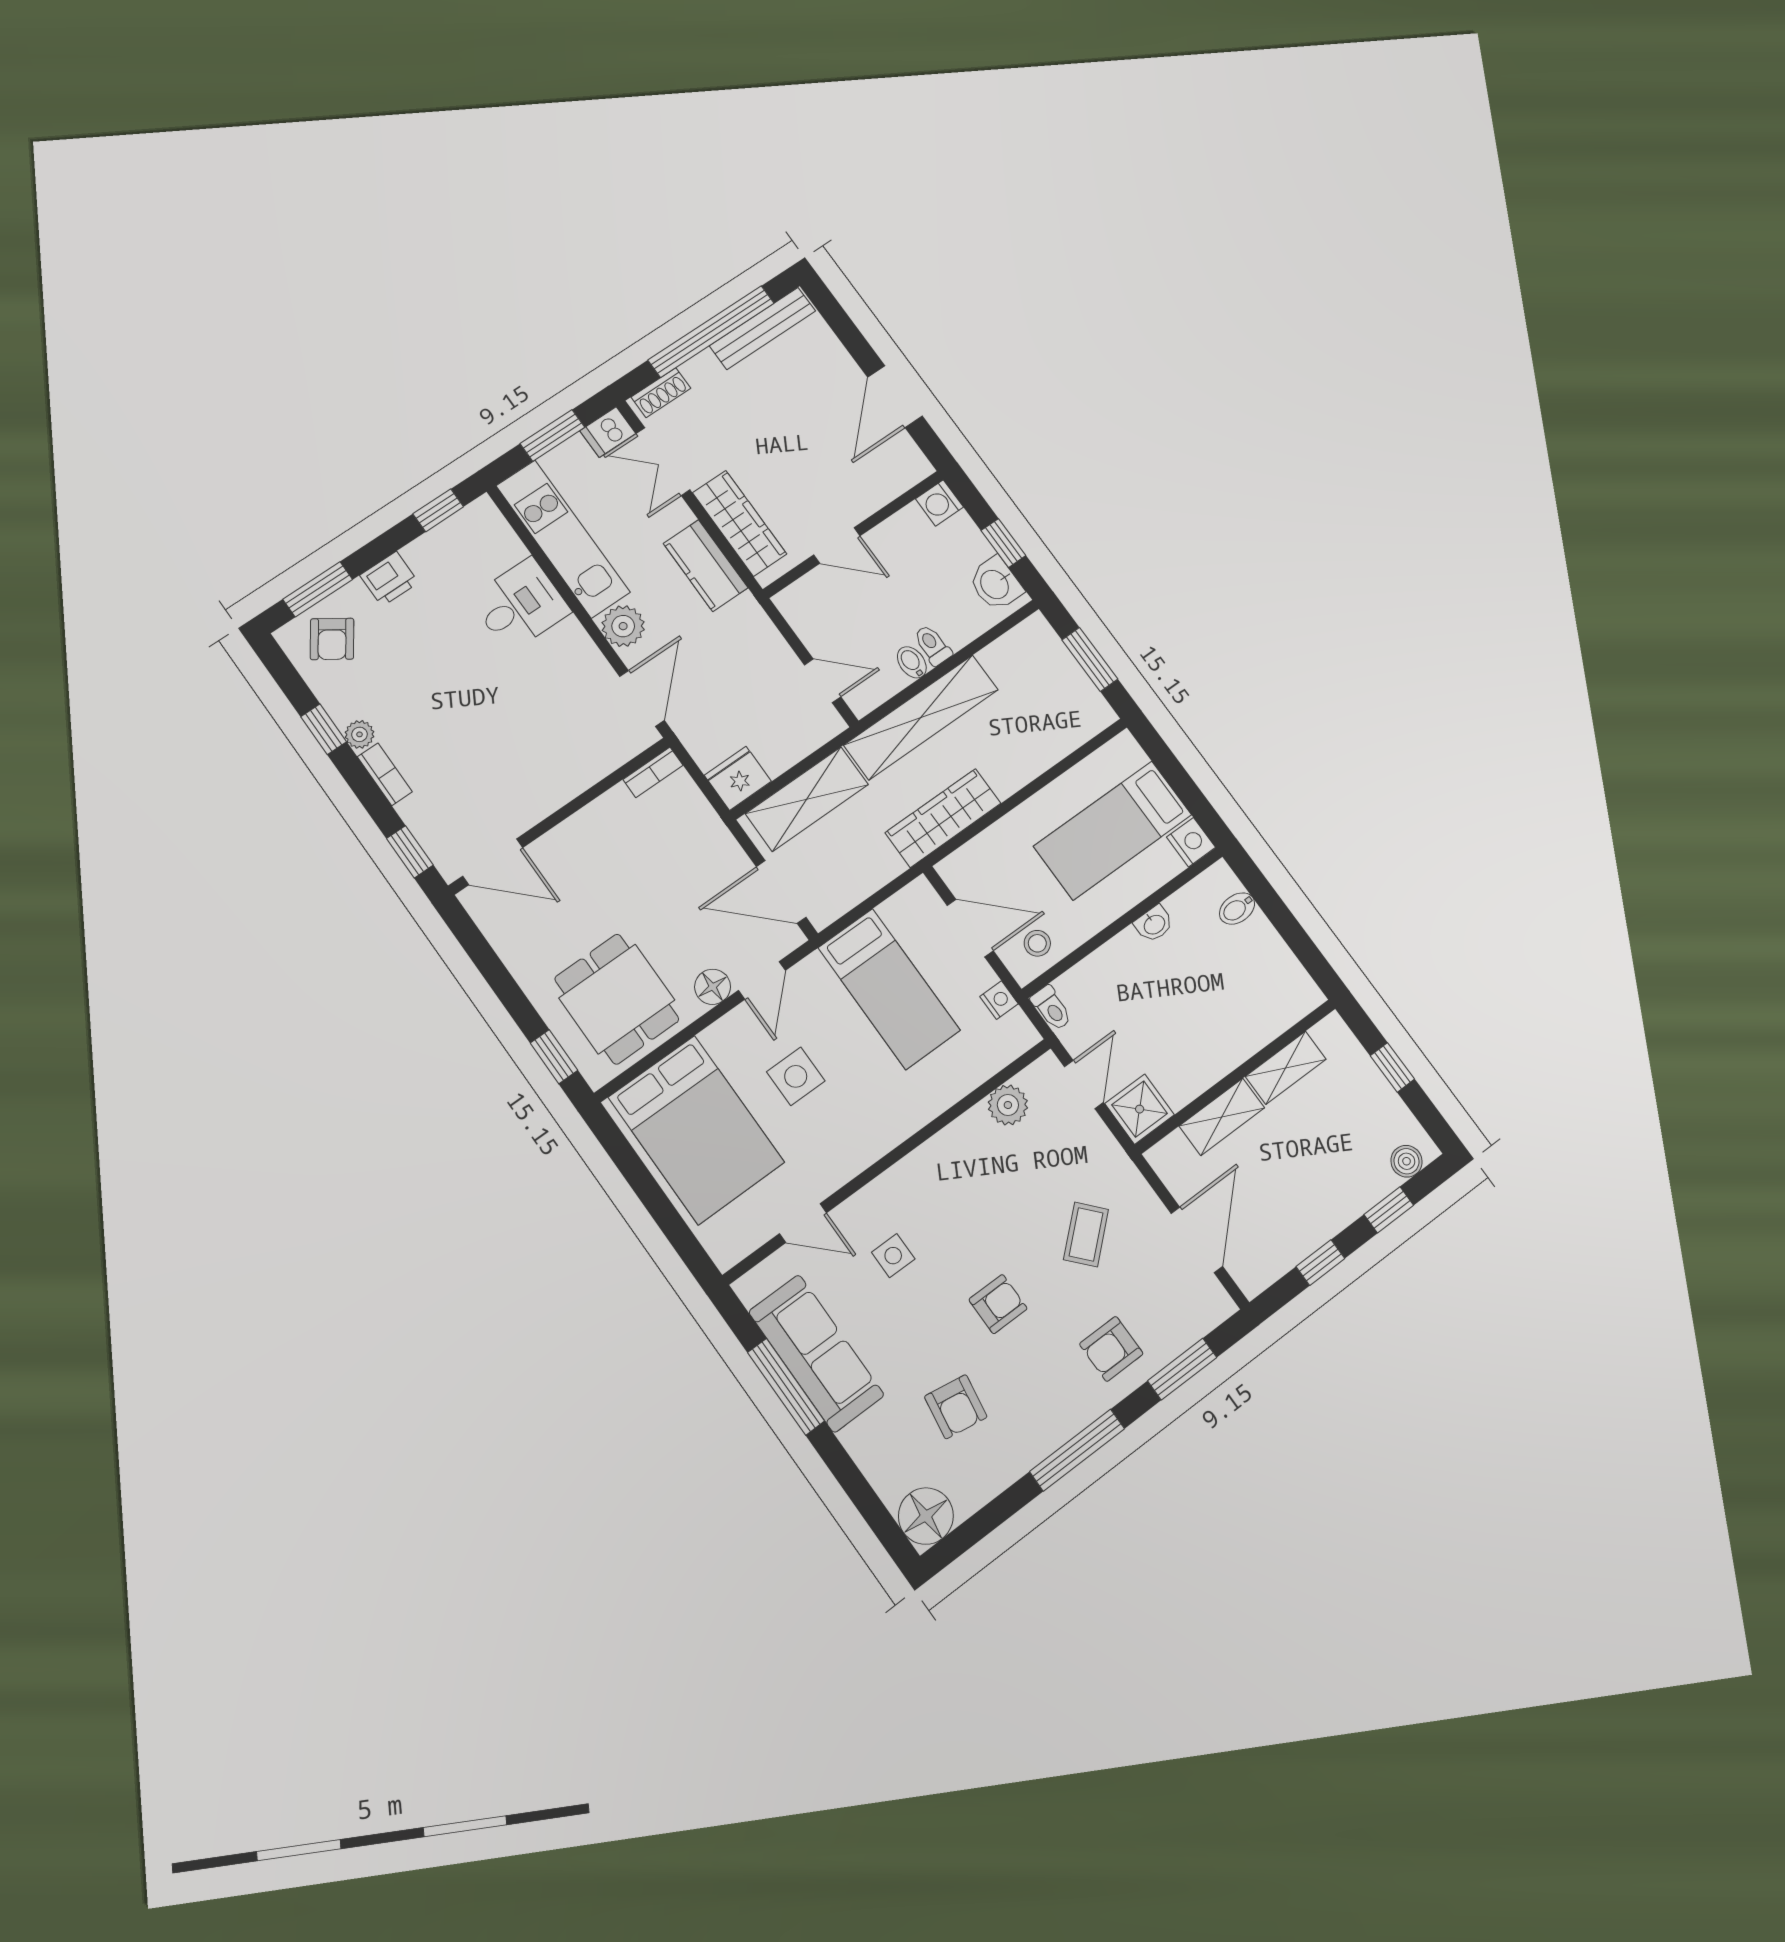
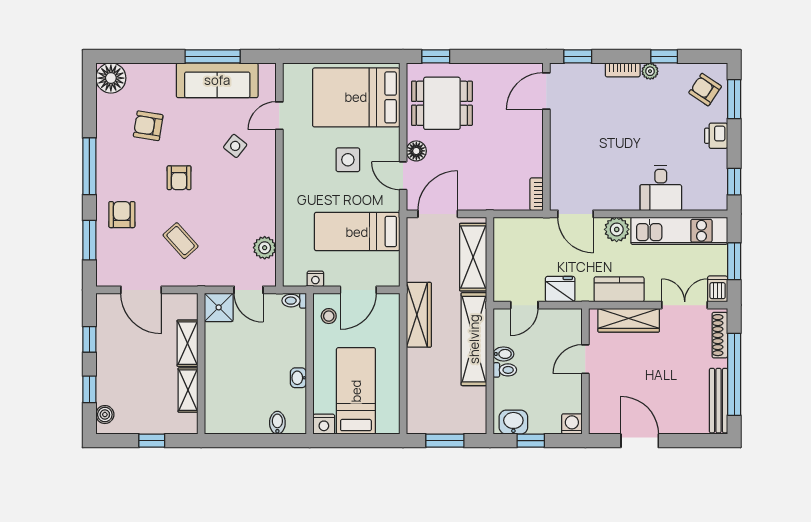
shoe rack: (661, 393) -> (720, 335), width x1.43
fridge: (738, 778) -> (560, 289), moved, turned -90
side table: (893, 1256) -> (235, 146), turned 38

